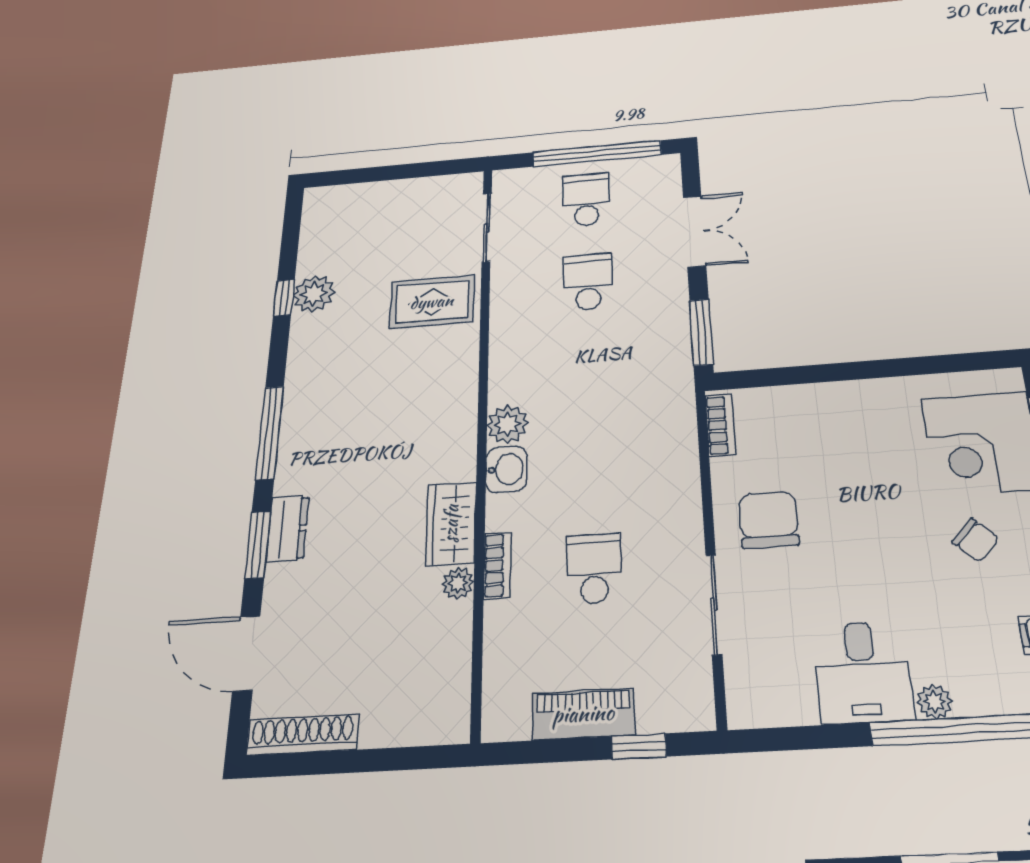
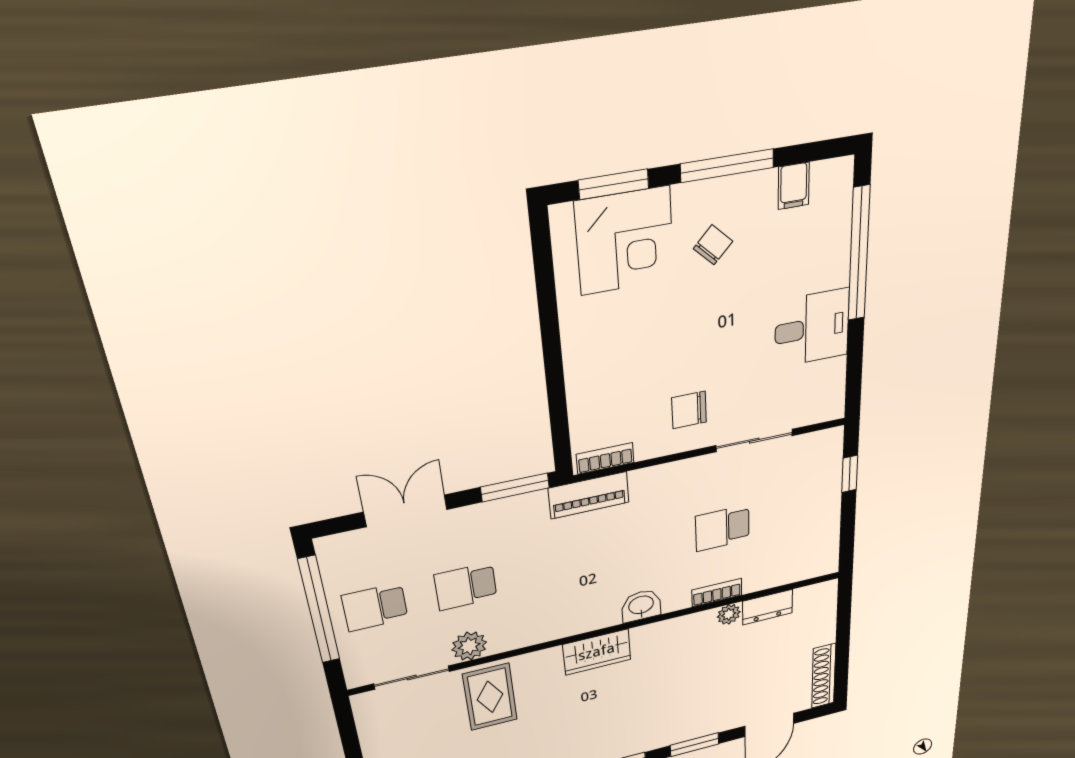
plant: (507, 424) -> (469, 646), moved
chair: (769, 520) -> (689, 410), width x0.73, depth x0.73
wardrobe: (451, 524) -> (597, 652), moved
dresser: (287, 529) -> (768, 607), moved, turned 180
plant: (934, 702) -> (837, 274), removed
piano: (583, 714) -> (589, 495), moved, turned -90

